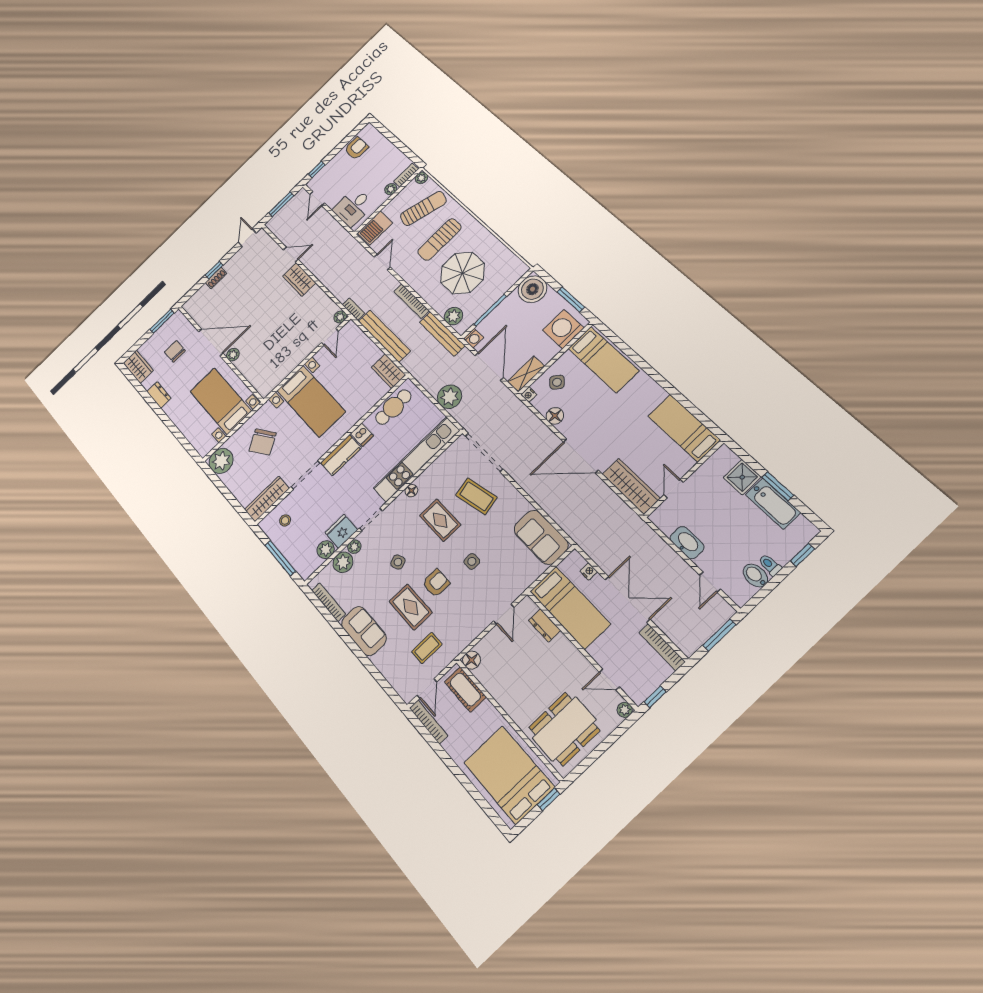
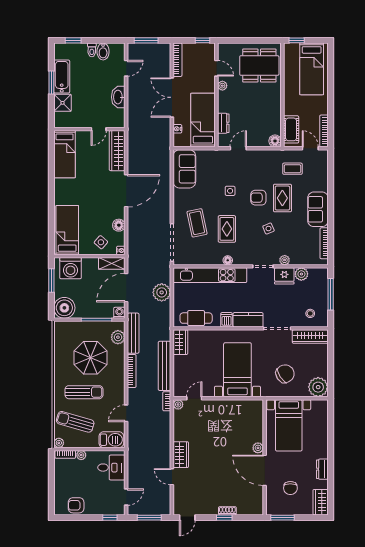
door: (581, 456) -> (126, 191), hinge flipped
plant: (343, 562) -> (298, 258), removed
door: (427, 689) -> (310, 148), hinge flipped
plant: (625, 710) -> (222, 86), moved
bed: (509, 775) -> (312, 69), width x0.67

